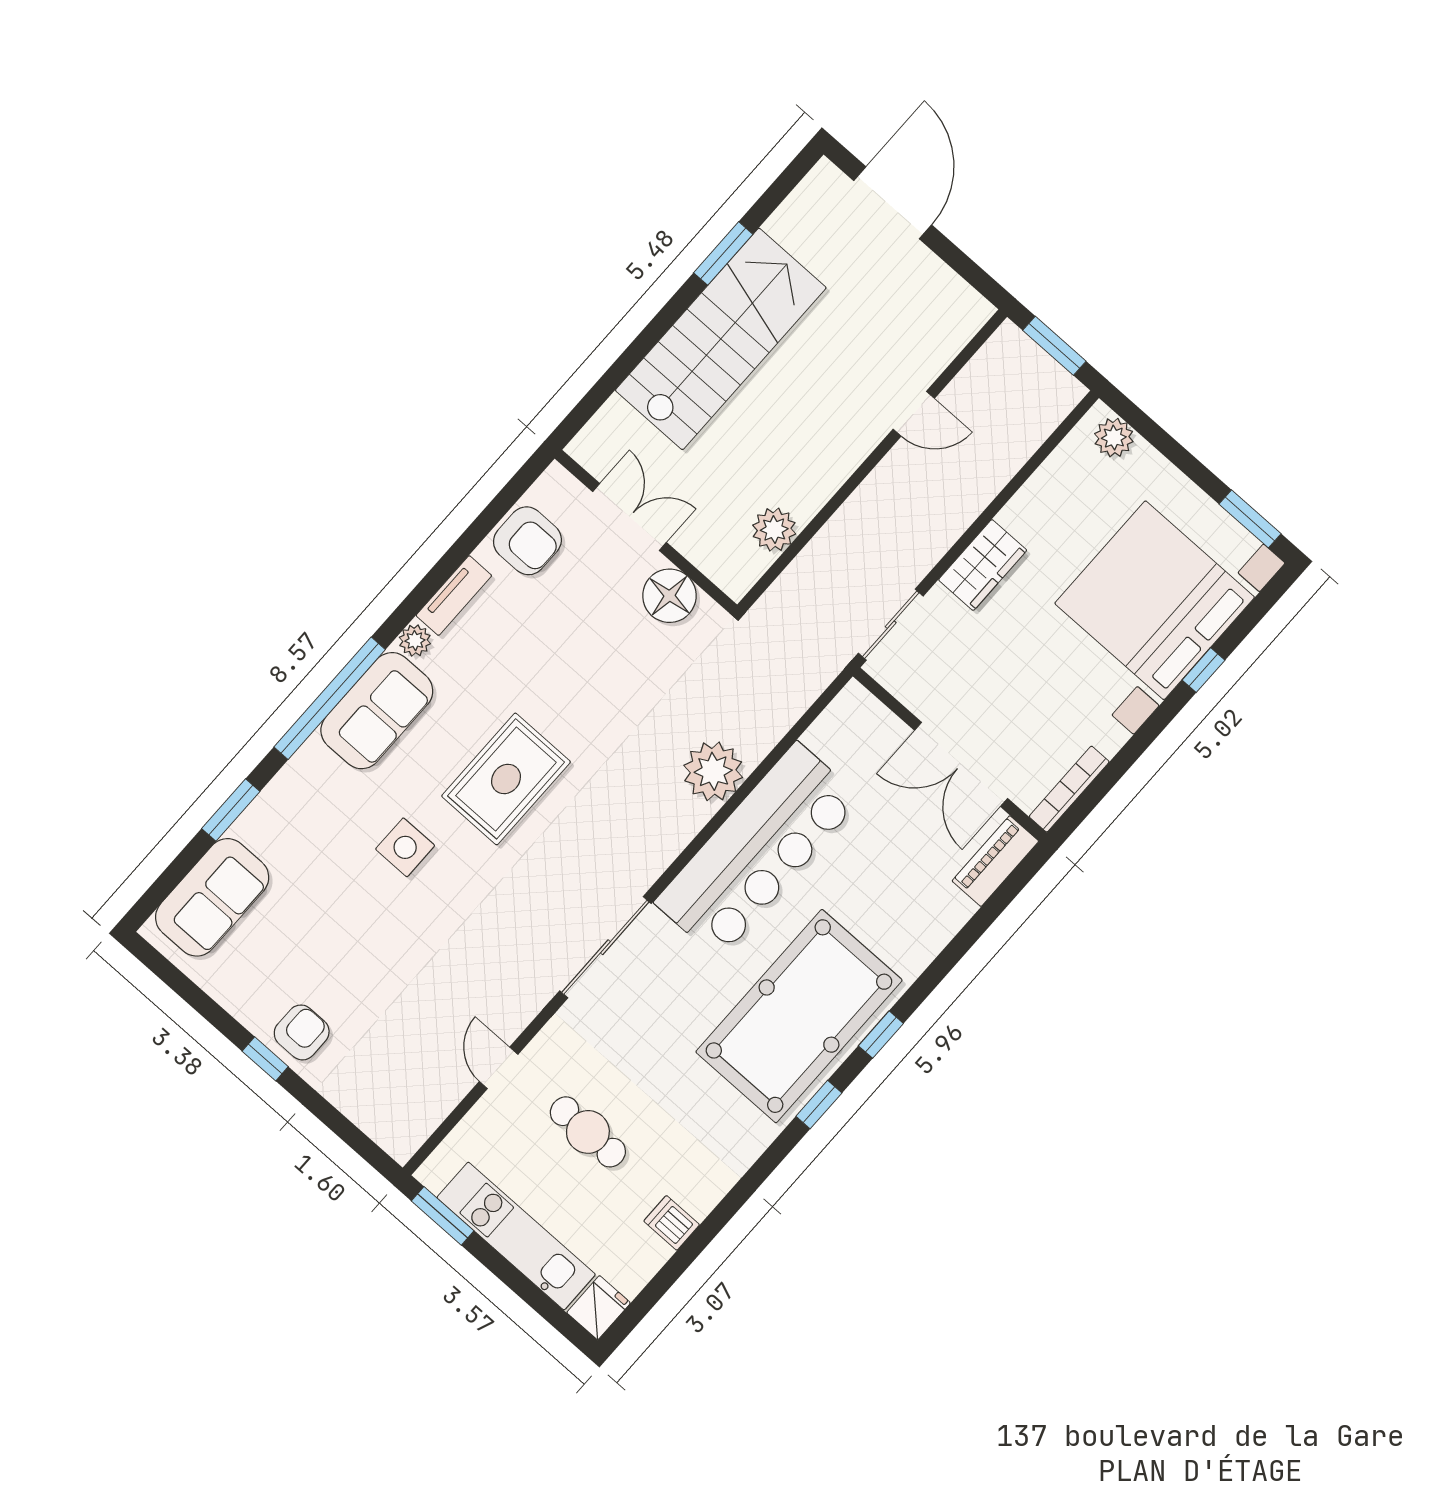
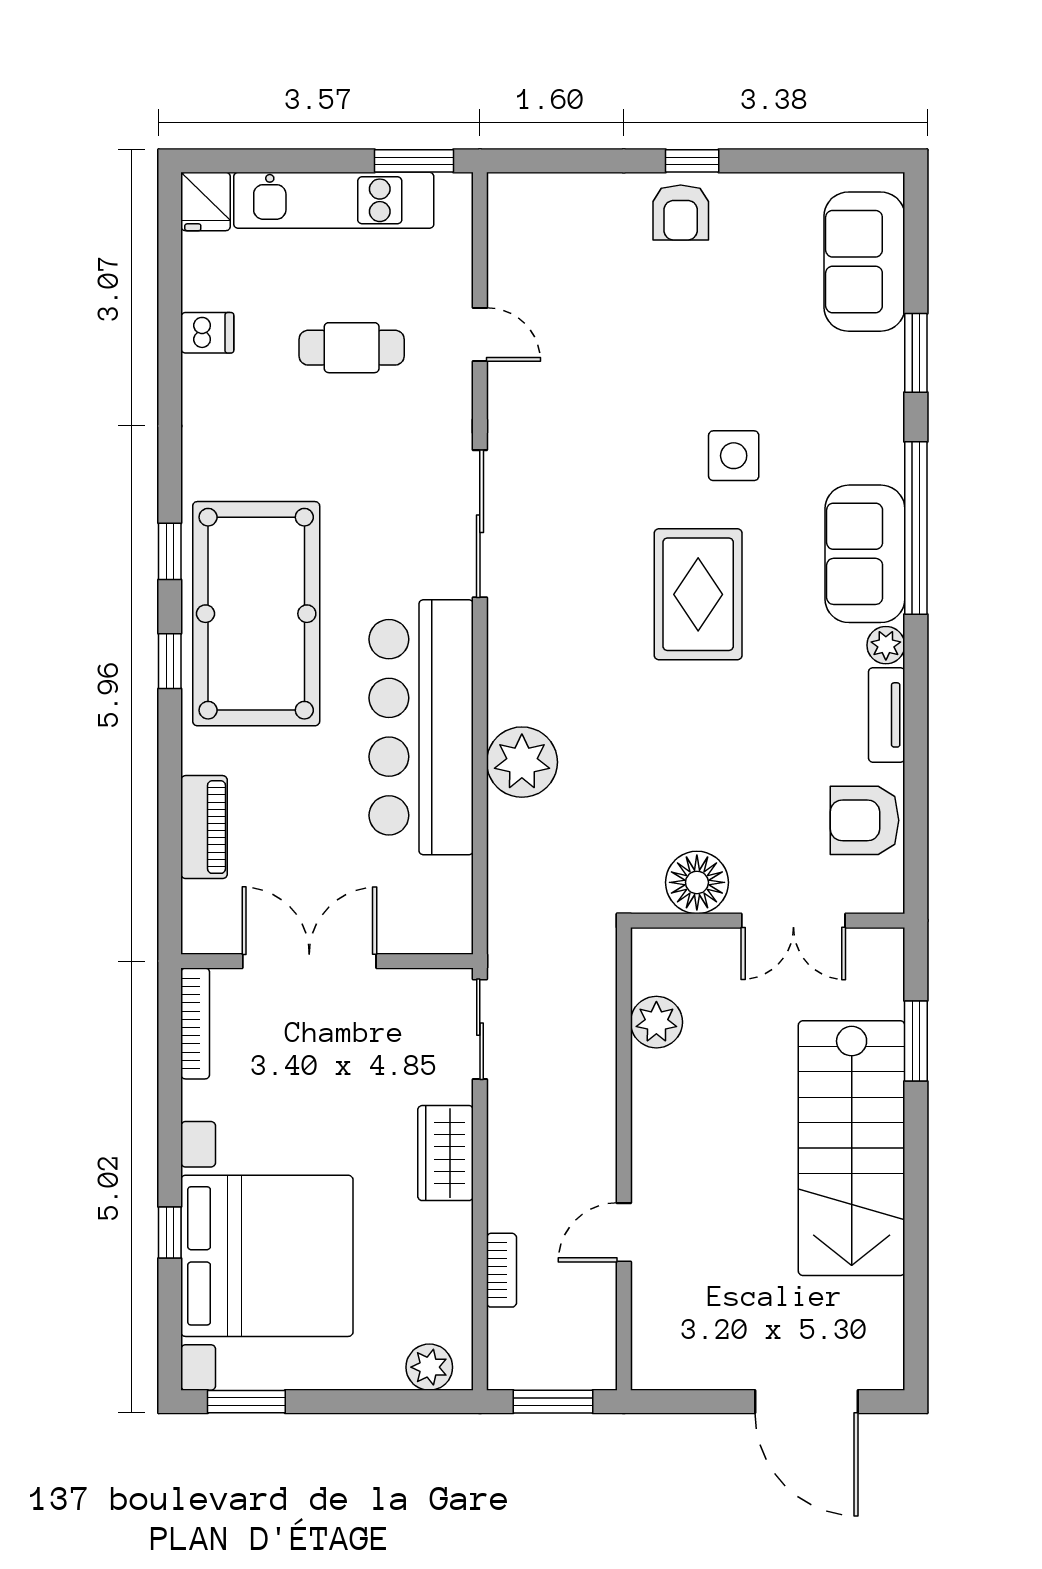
window: (723, 254) -> (916, 1041), moved
bookcase: (1013, 459) -> (501, 1270), added
piano: (995, 861) -> (204, 827), moved

